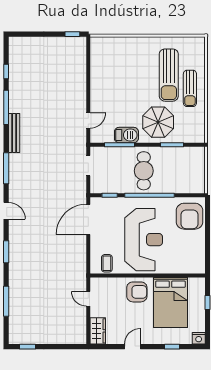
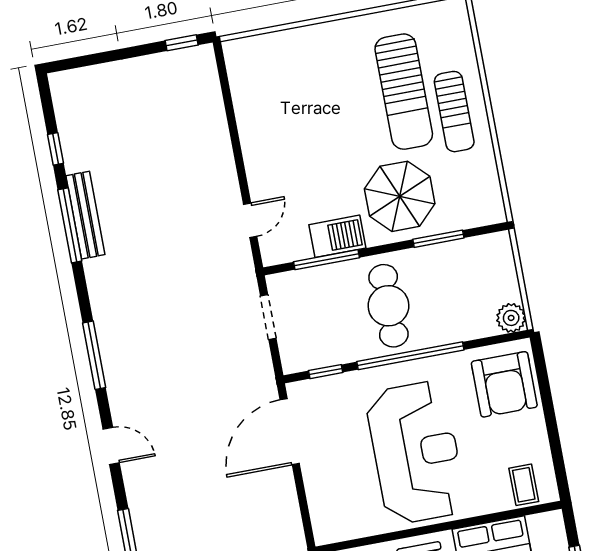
bench: (14, 133) -> (85, 215), moved
plant: (198, 187) -> (511, 318), added
coffee table: (107, 263) -> (524, 485), moved

